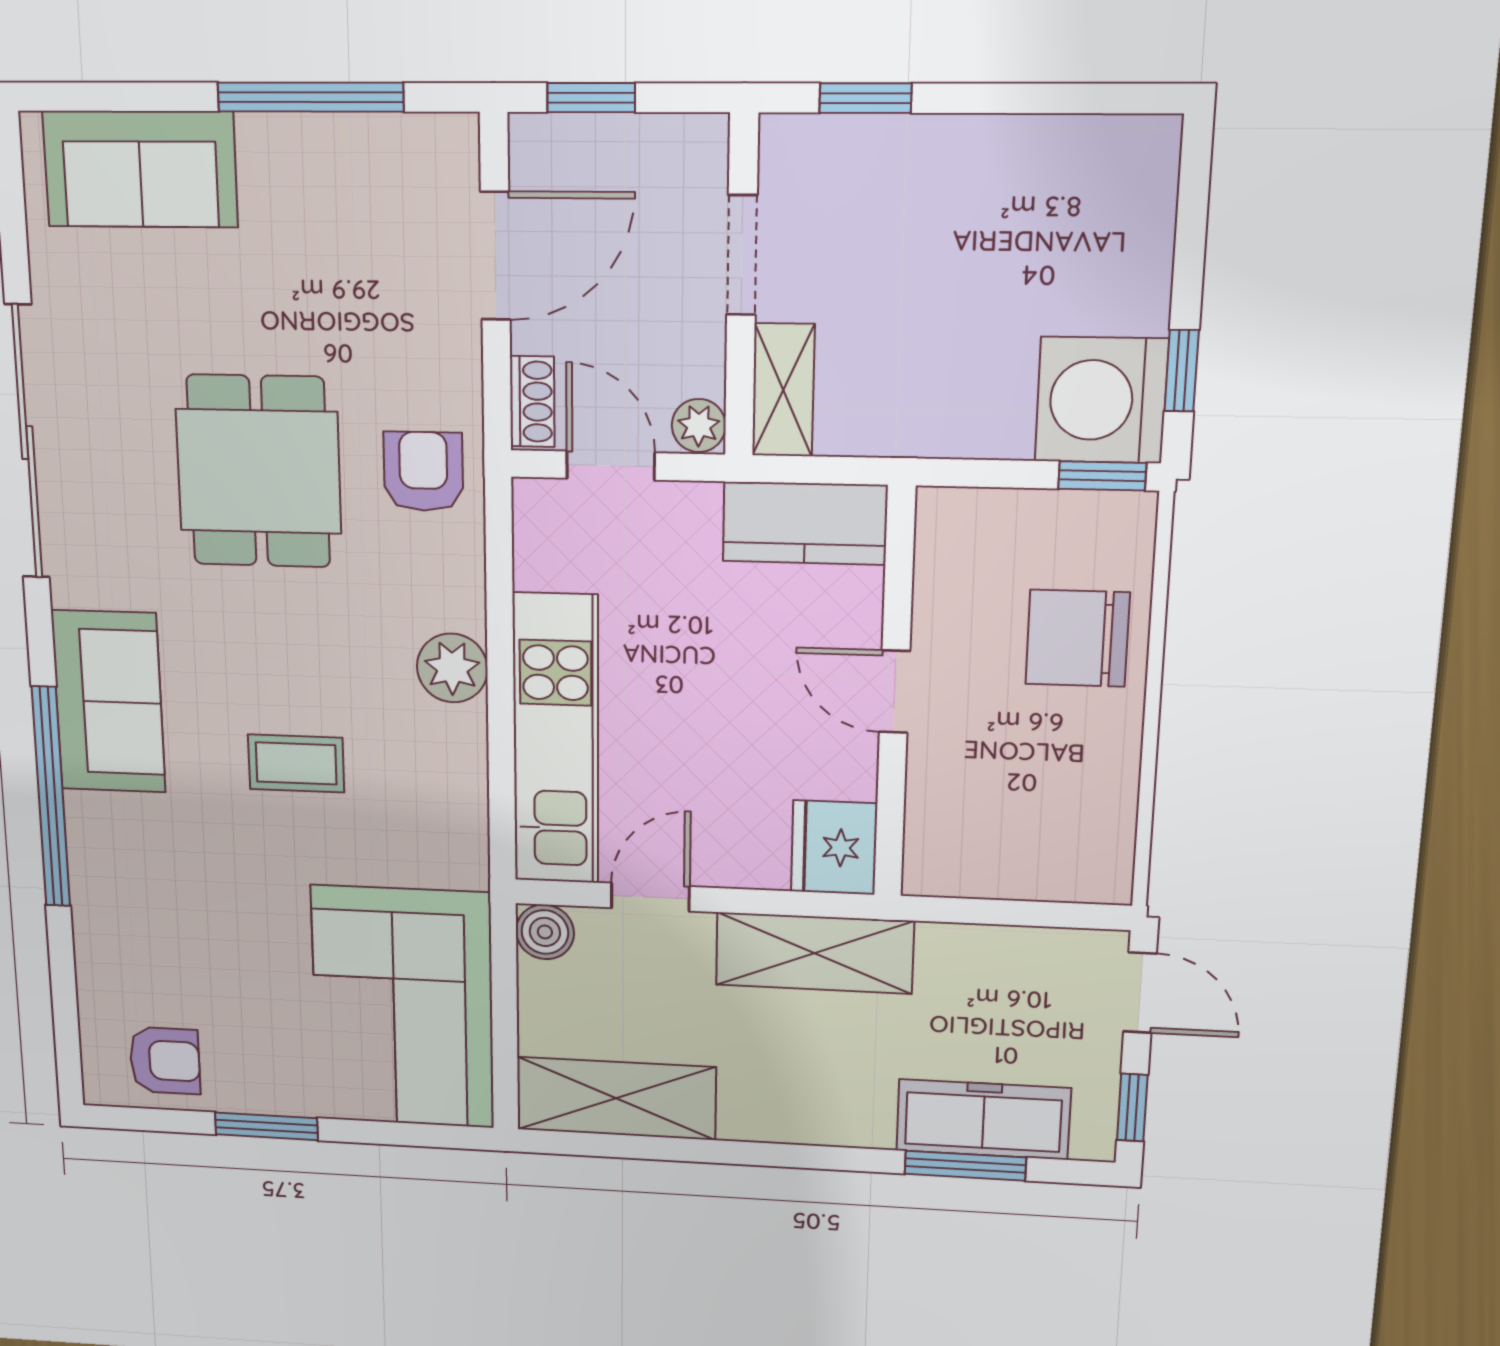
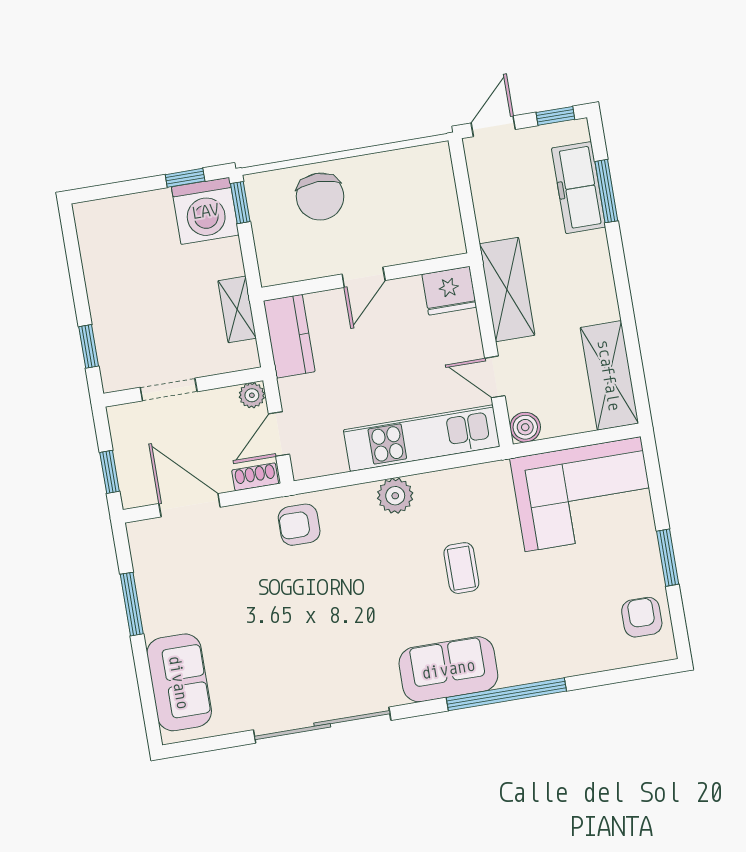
window: (310, 97) -> (132, 604), width x0.69
shelving: (783, 390) -> (237, 309), moved, turned 90
dining table: (259, 471) -> (315, 606), removed

